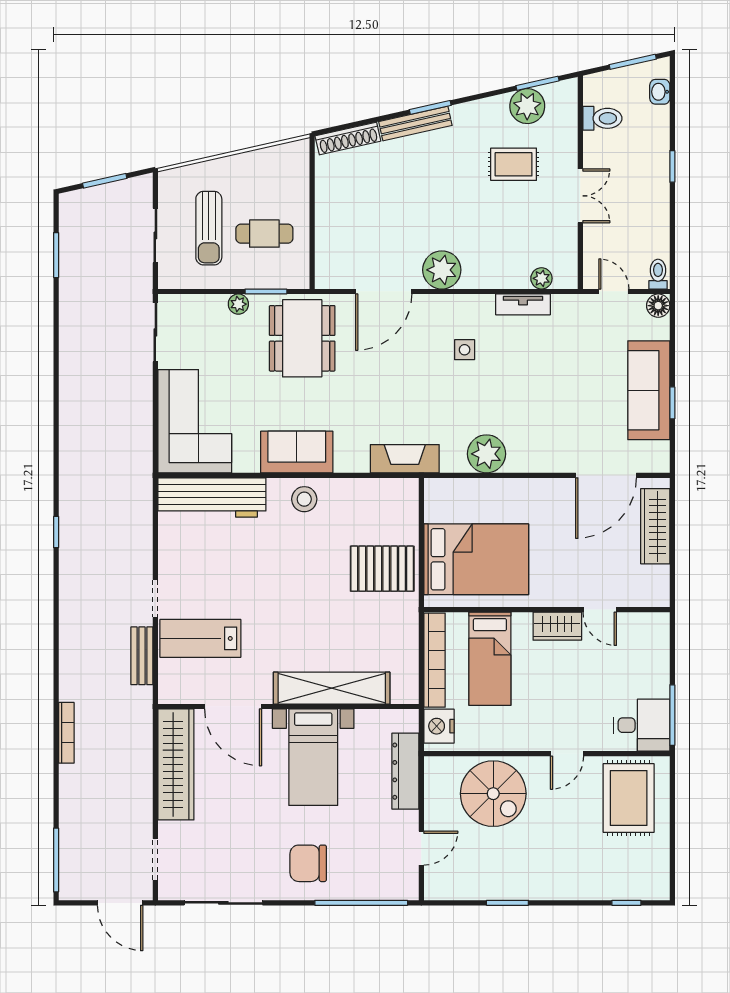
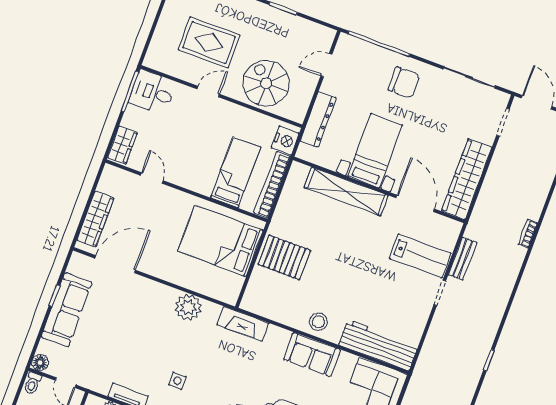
wardrobe: (557, 626) -> (122, 145), moved, turned 90
bookcase: (66, 733) -> (528, 234), width x0.64
rug: (629, 798) -> (209, 42), moved, turned 90

